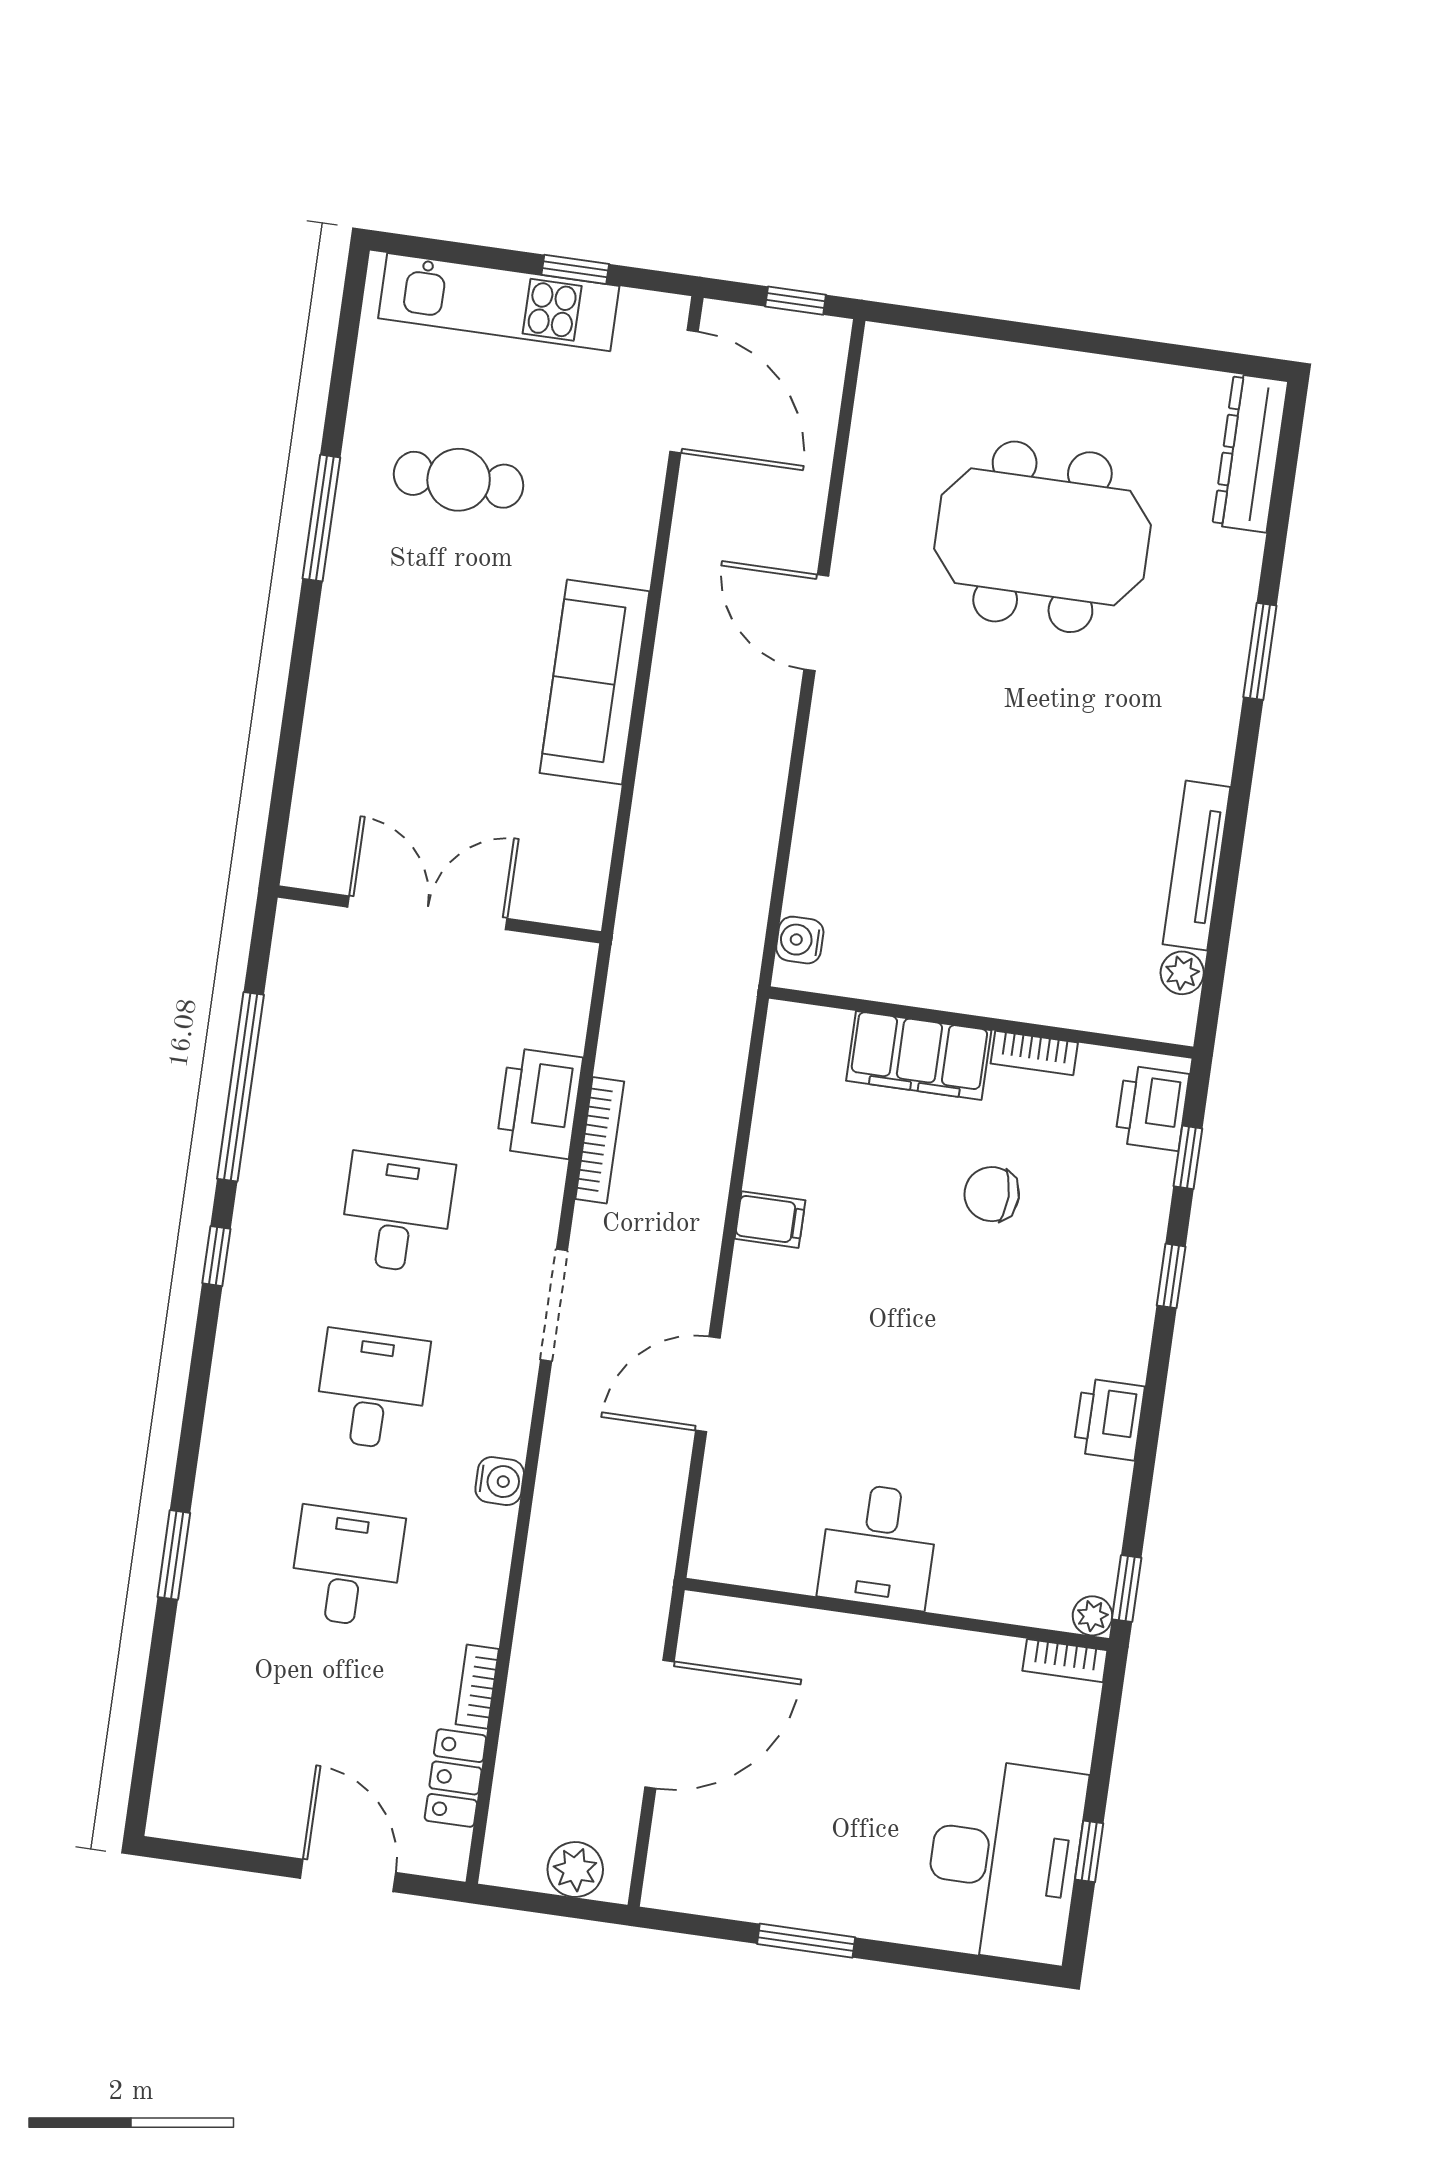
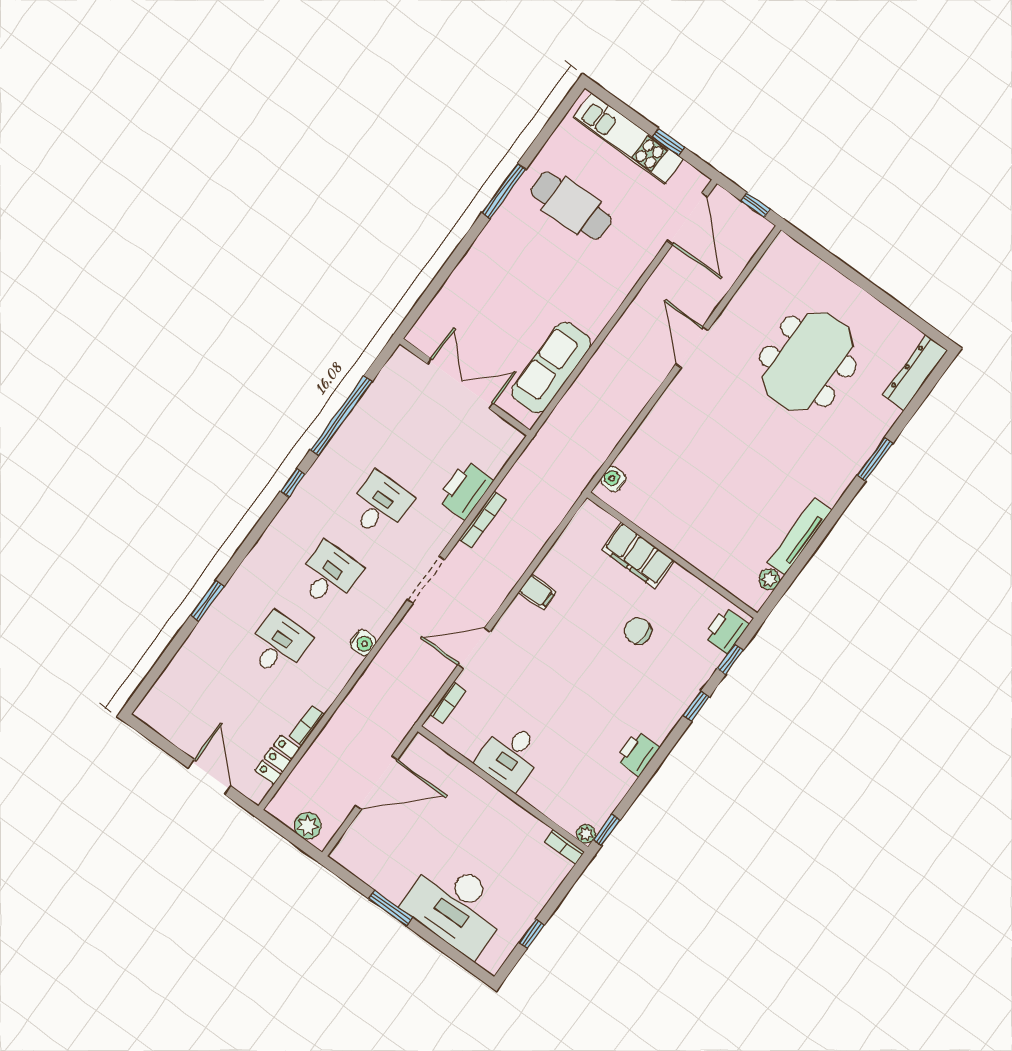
cafe table: (459, 480) -> (571, 206), width x1.37, depth x1.35
meeting table: (1043, 537) -> (808, 362), turned 90
sofa: (595, 682) -> (551, 367), moved
bookcase: (1034, 1053) -> (448, 703), moved, turned -90
desk: (1004, 1861) -> (456, 906), moved, turned 90

